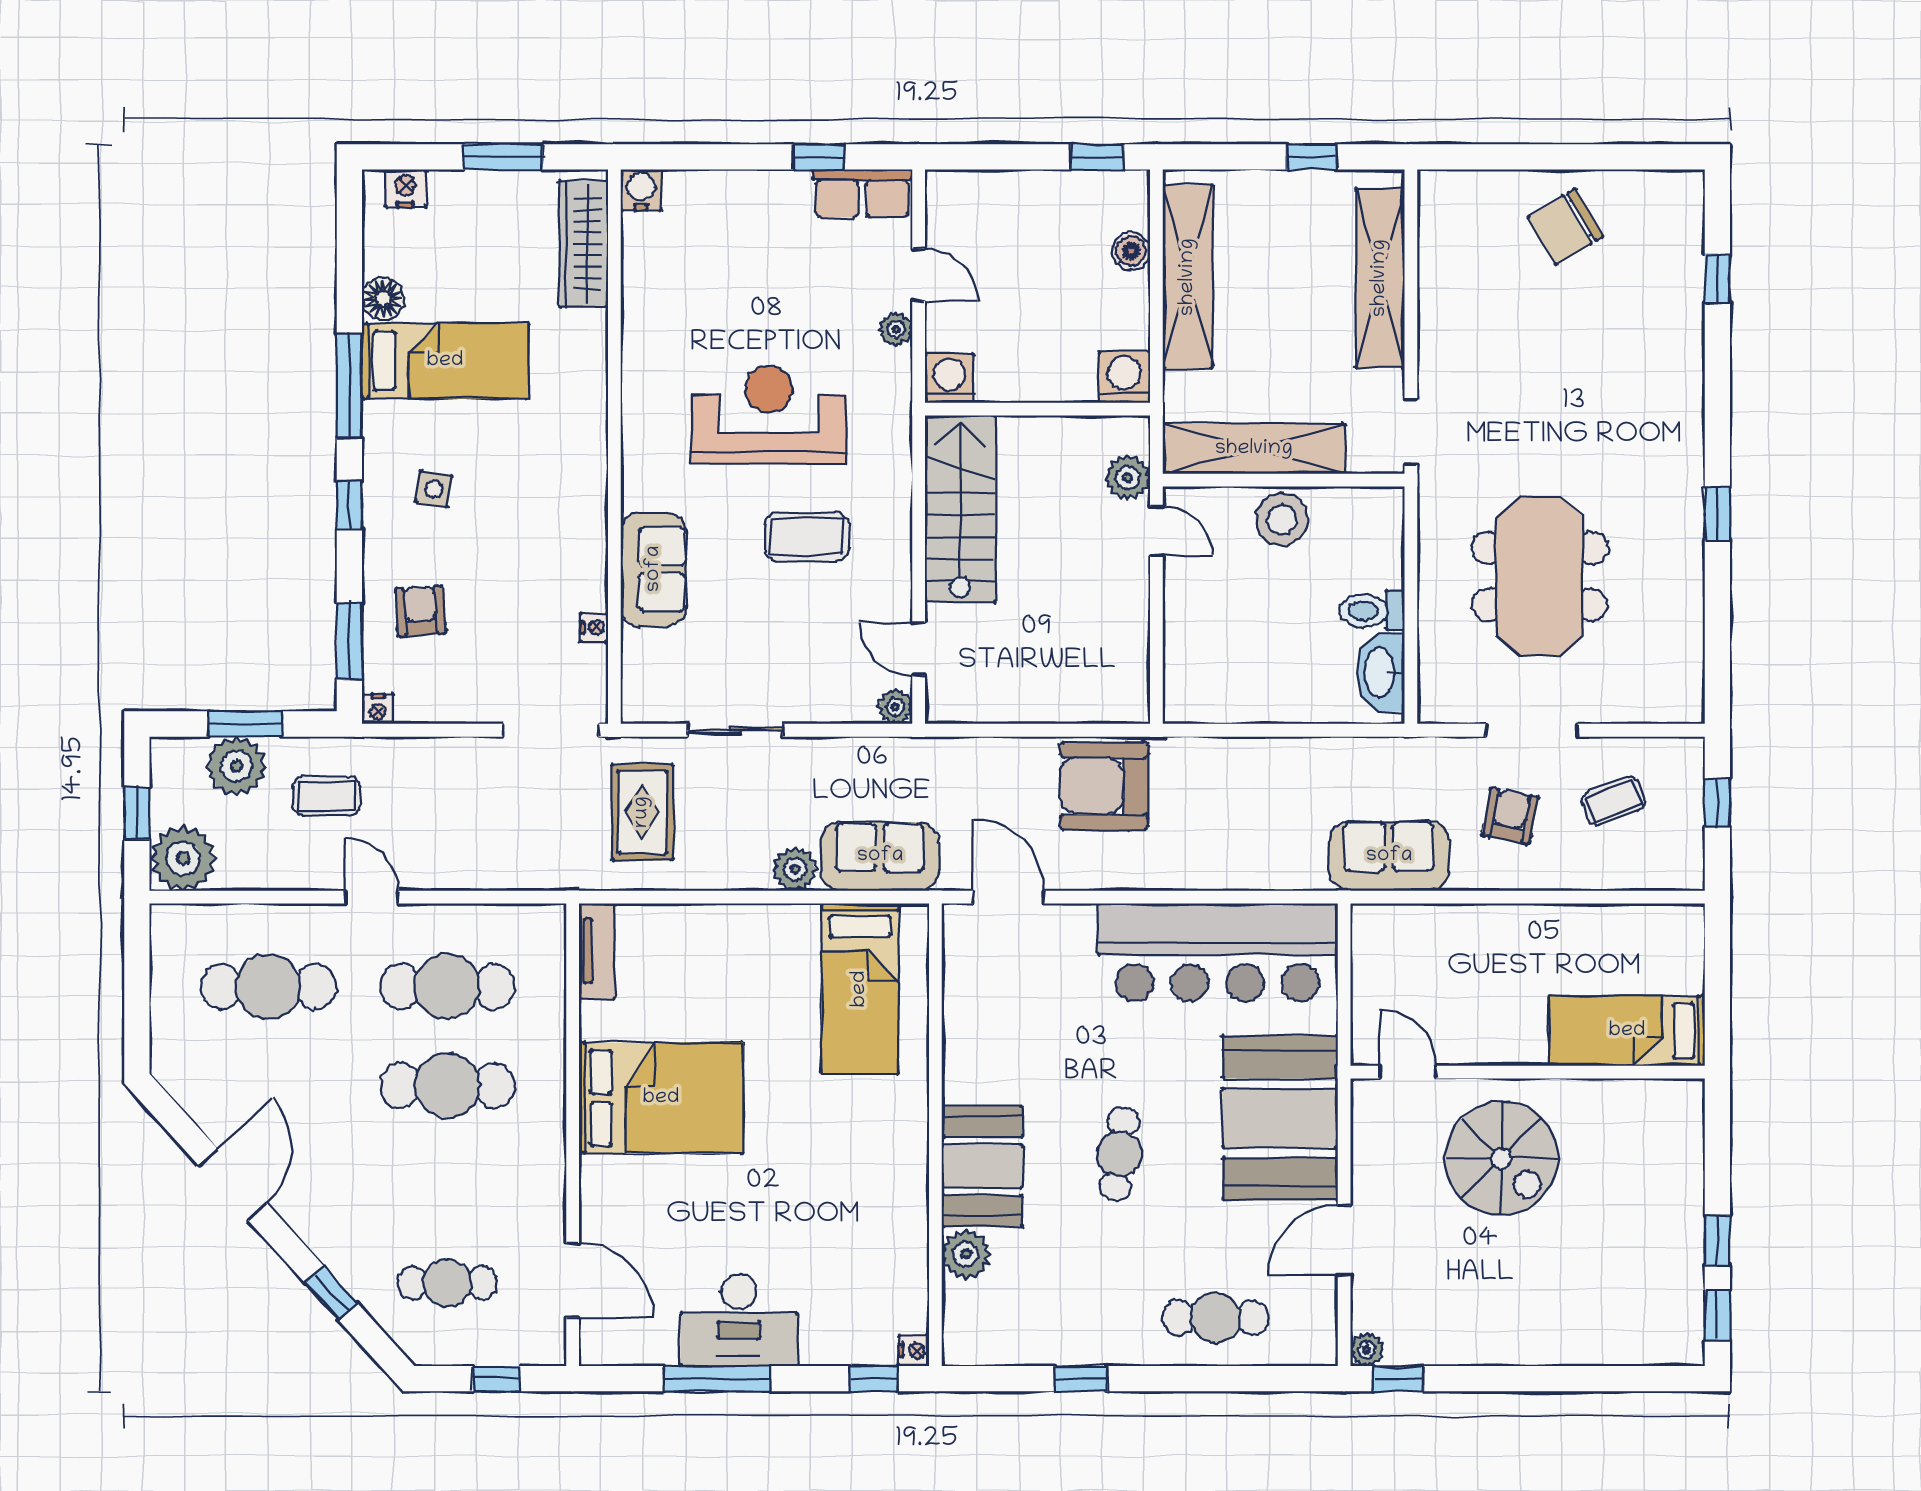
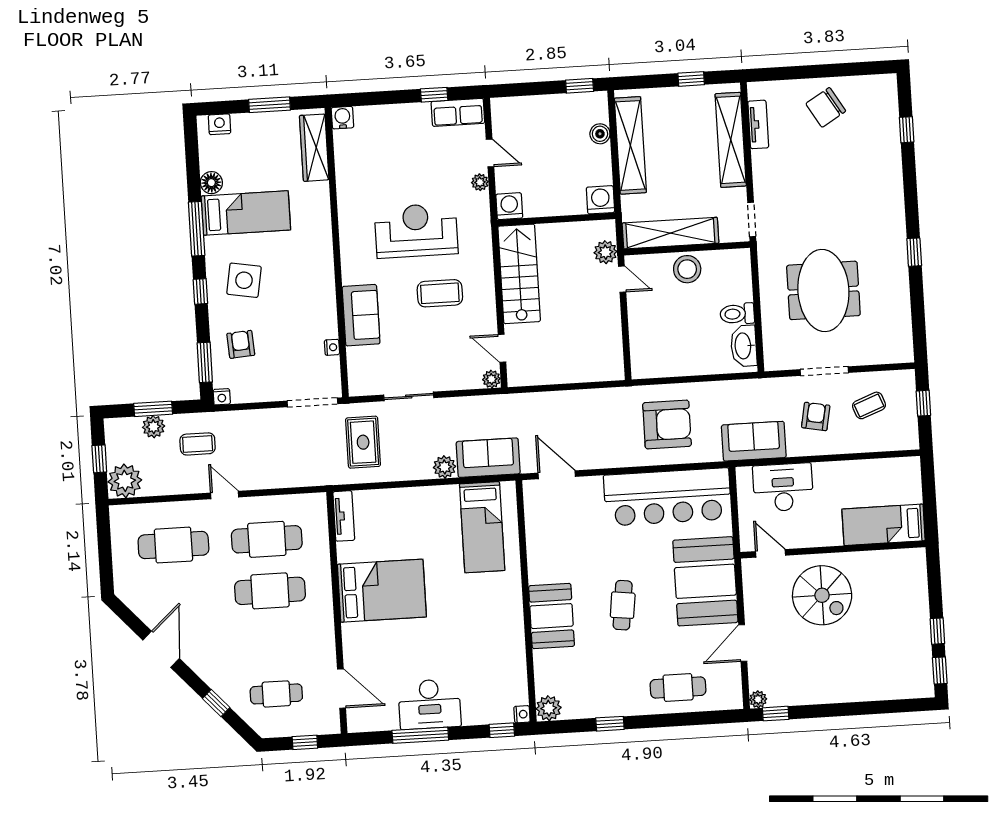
tv unit: (1434, 252) -> (758, 124), added
side table: (434, 489) -> (244, 280), width x1.87, depth x1.87
plant: (236, 766) -> (154, 427), width x0.73, depth x0.73
armchair: (1104, 786) -> (667, 424), moved, turned 180
desk: (1439, 948) -> (783, 487), added
plant: (966, 1254) -> (549, 708), moved

